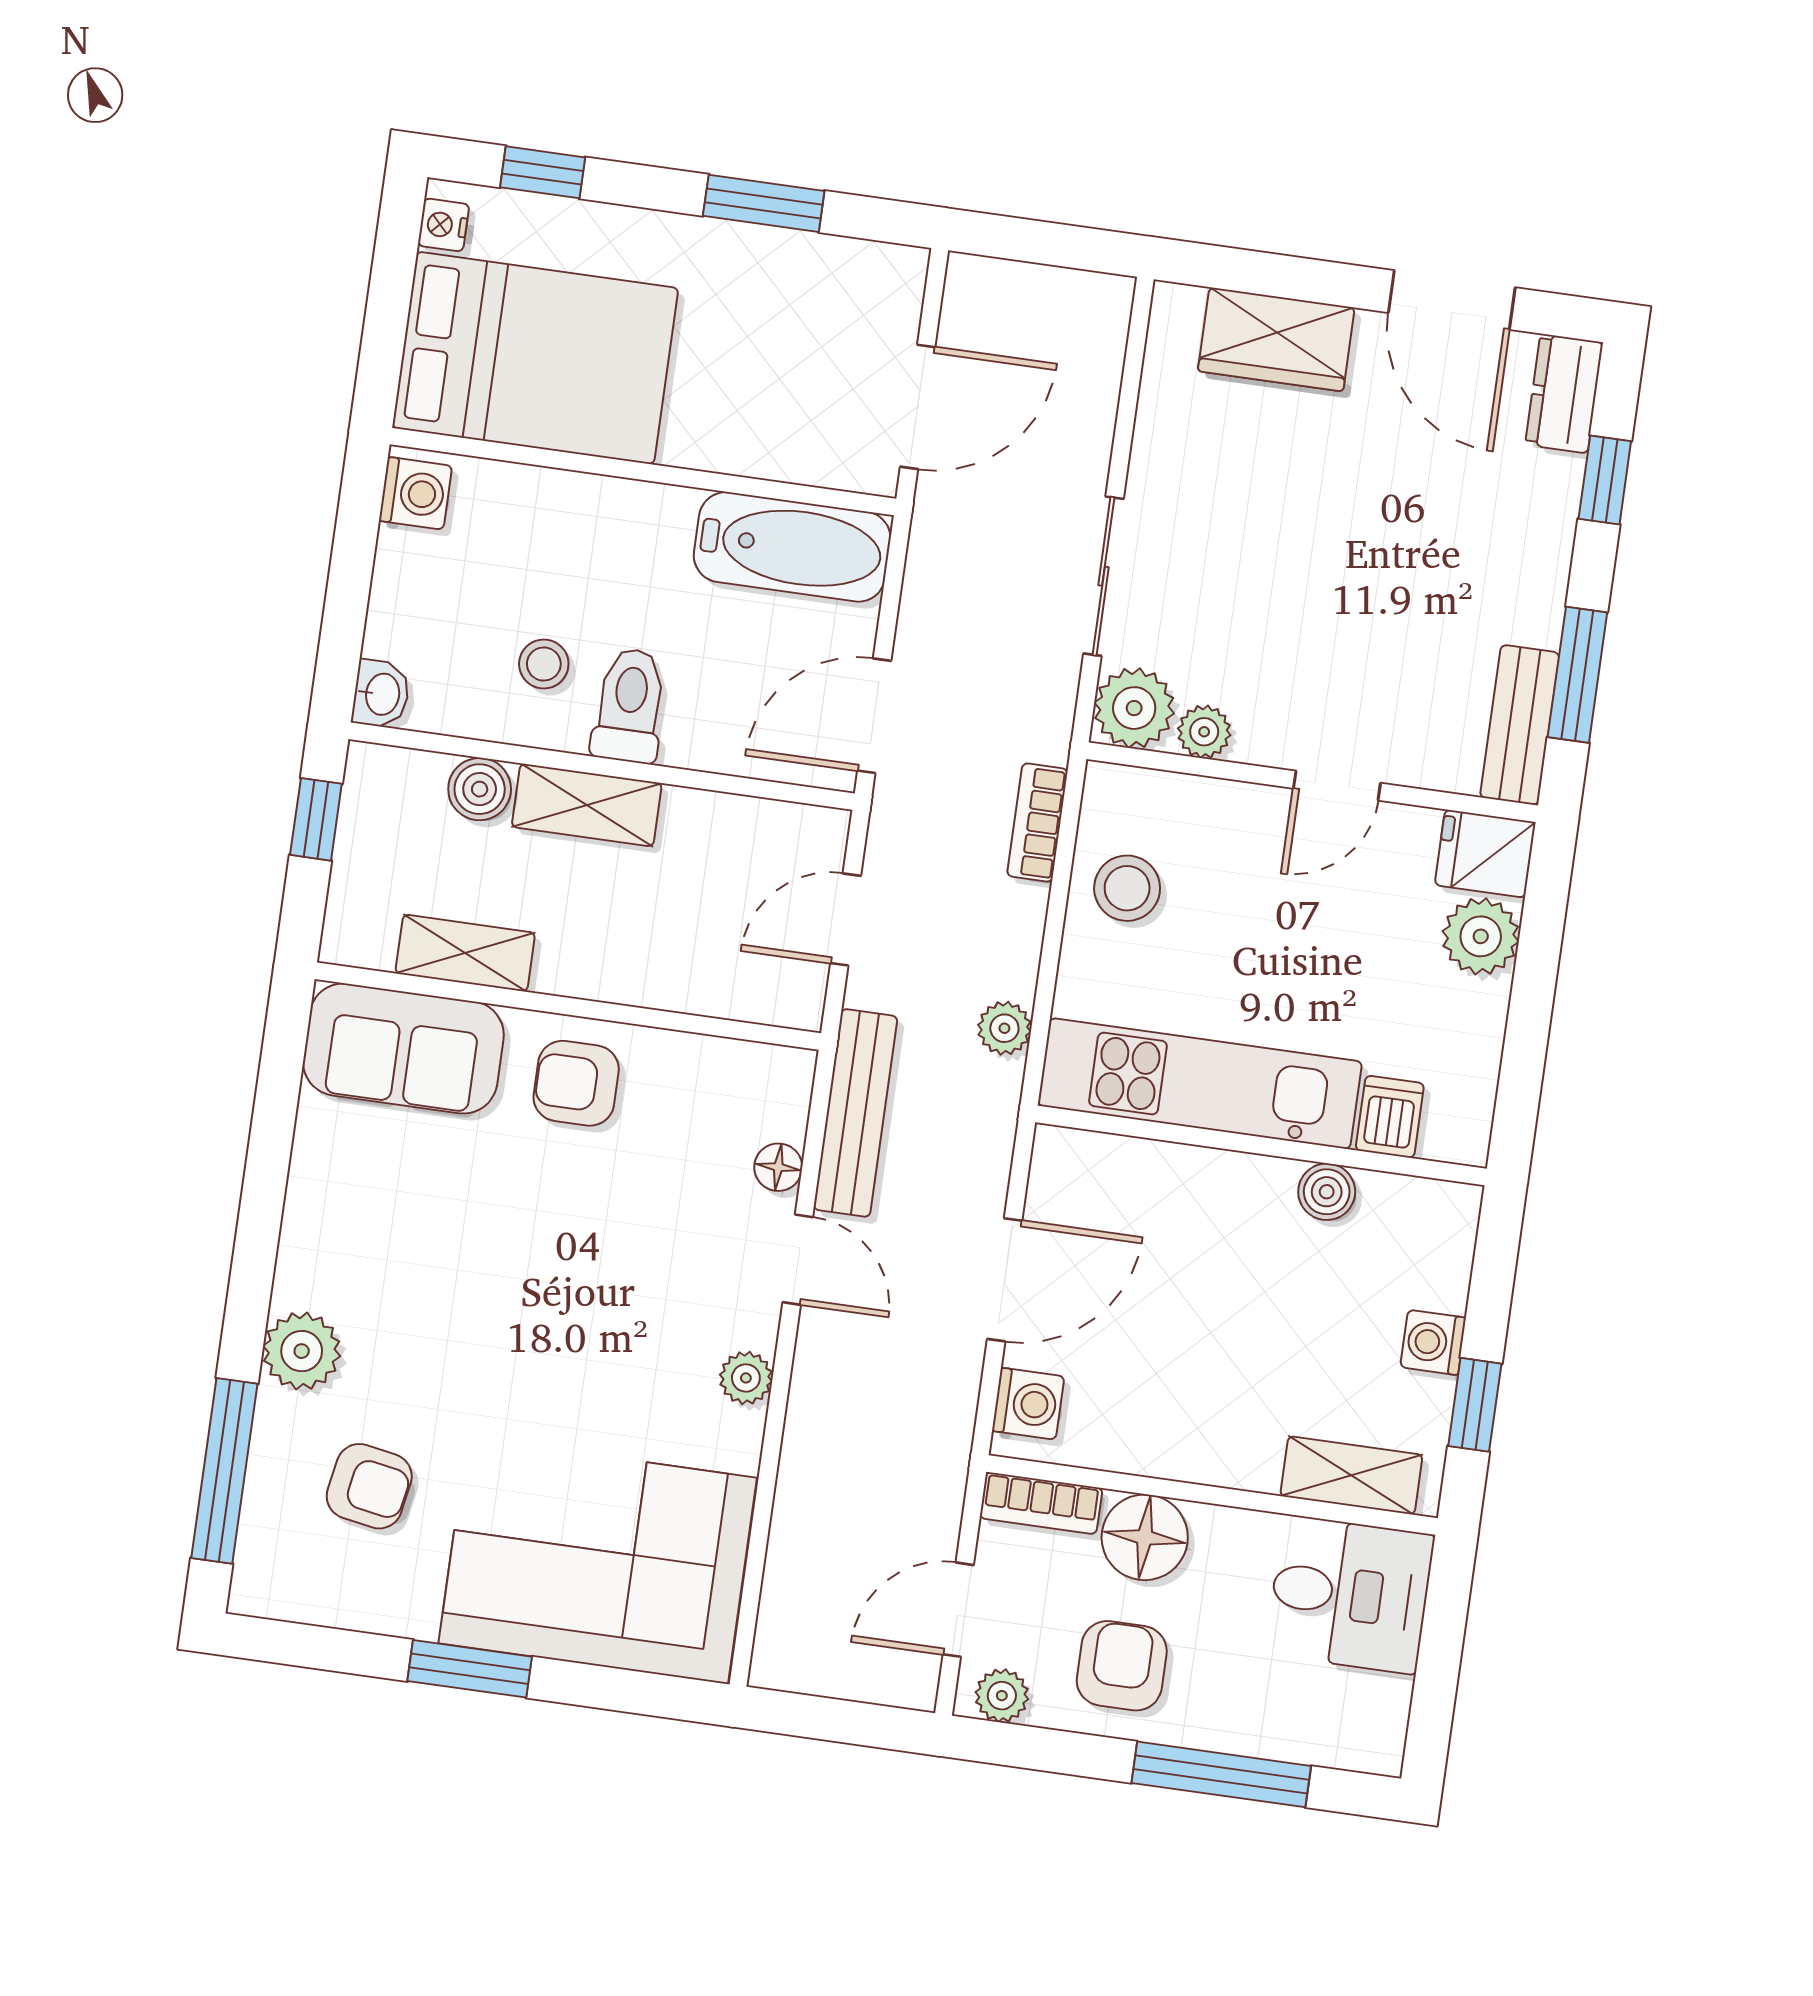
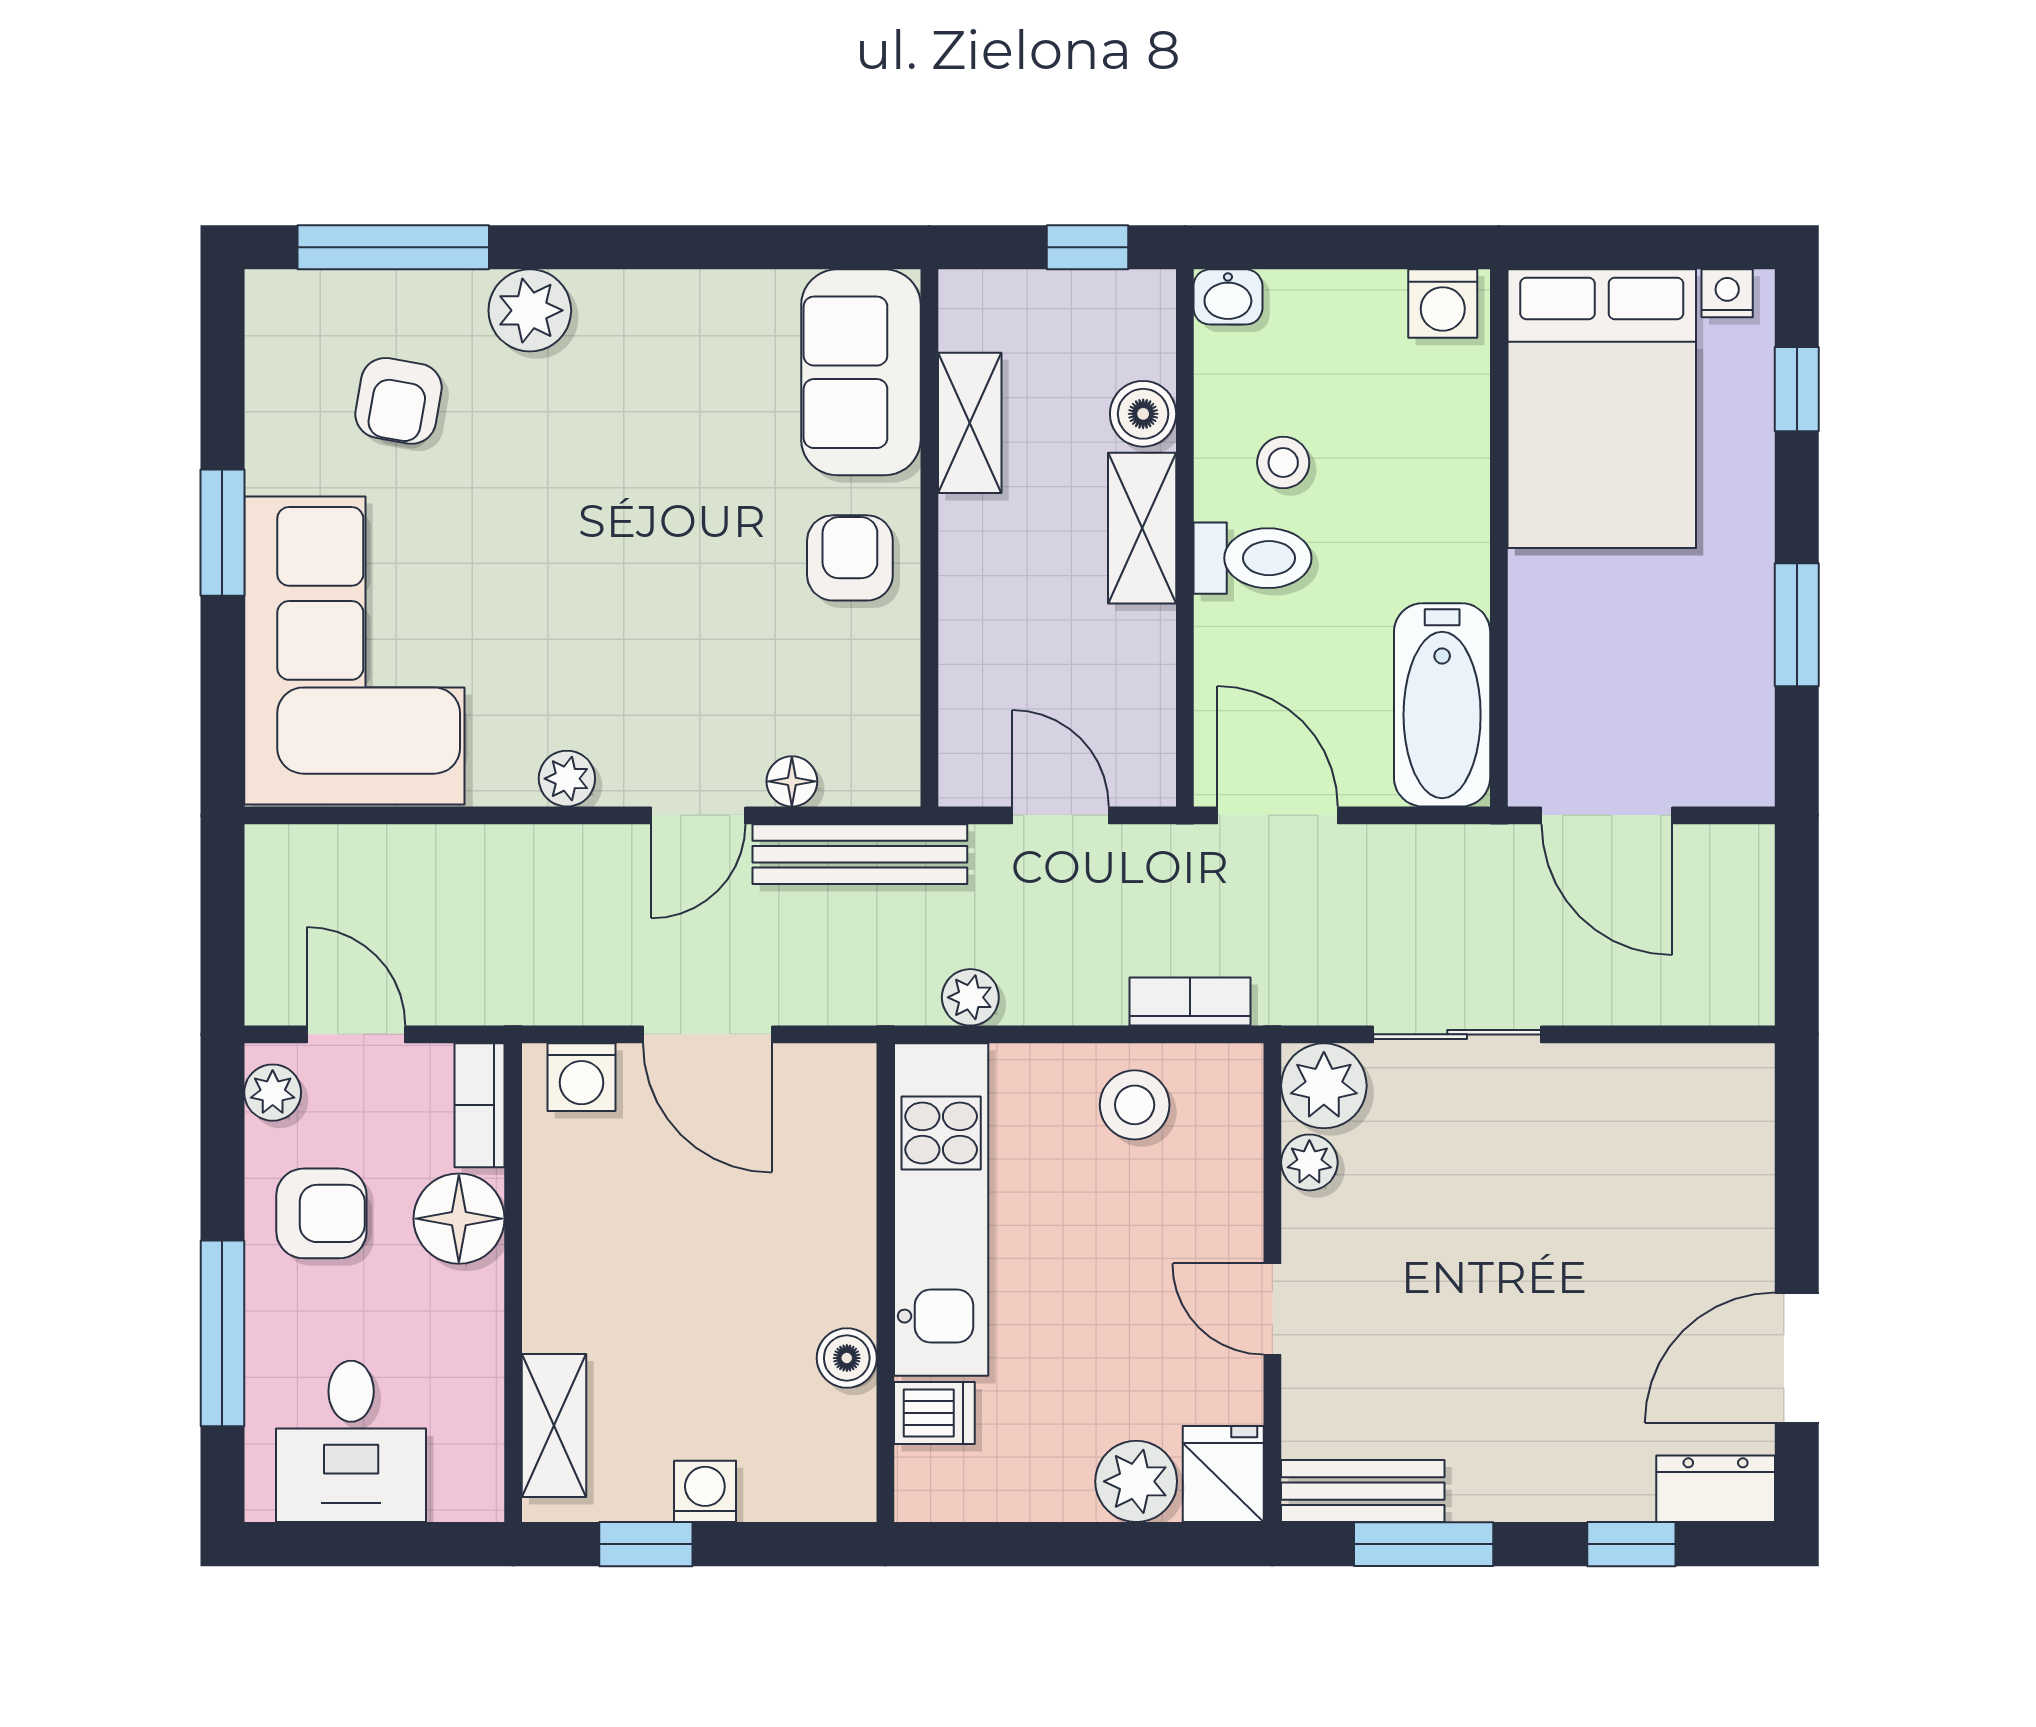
wardrobe: (1276, 339) -> (1730, 1180), removed
desk: (1350, 1594) -> (351, 1441), moved

